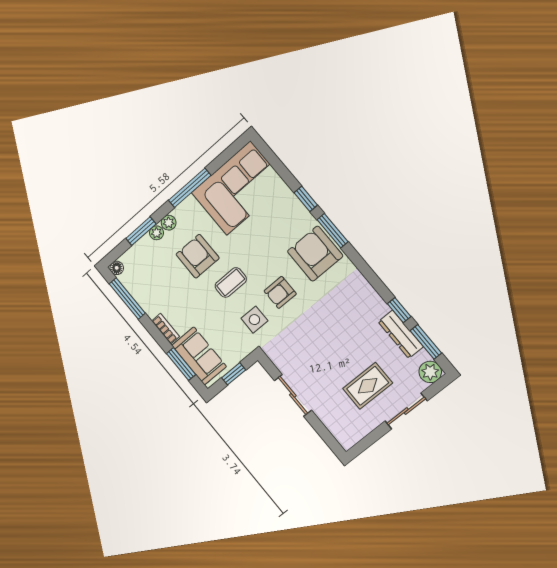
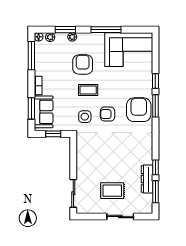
plant: (169, 223) -> (50, 37), moved
plant: (430, 372) -> (146, 207), removed
sliding door: (293, 395) -> (73, 193), moved

